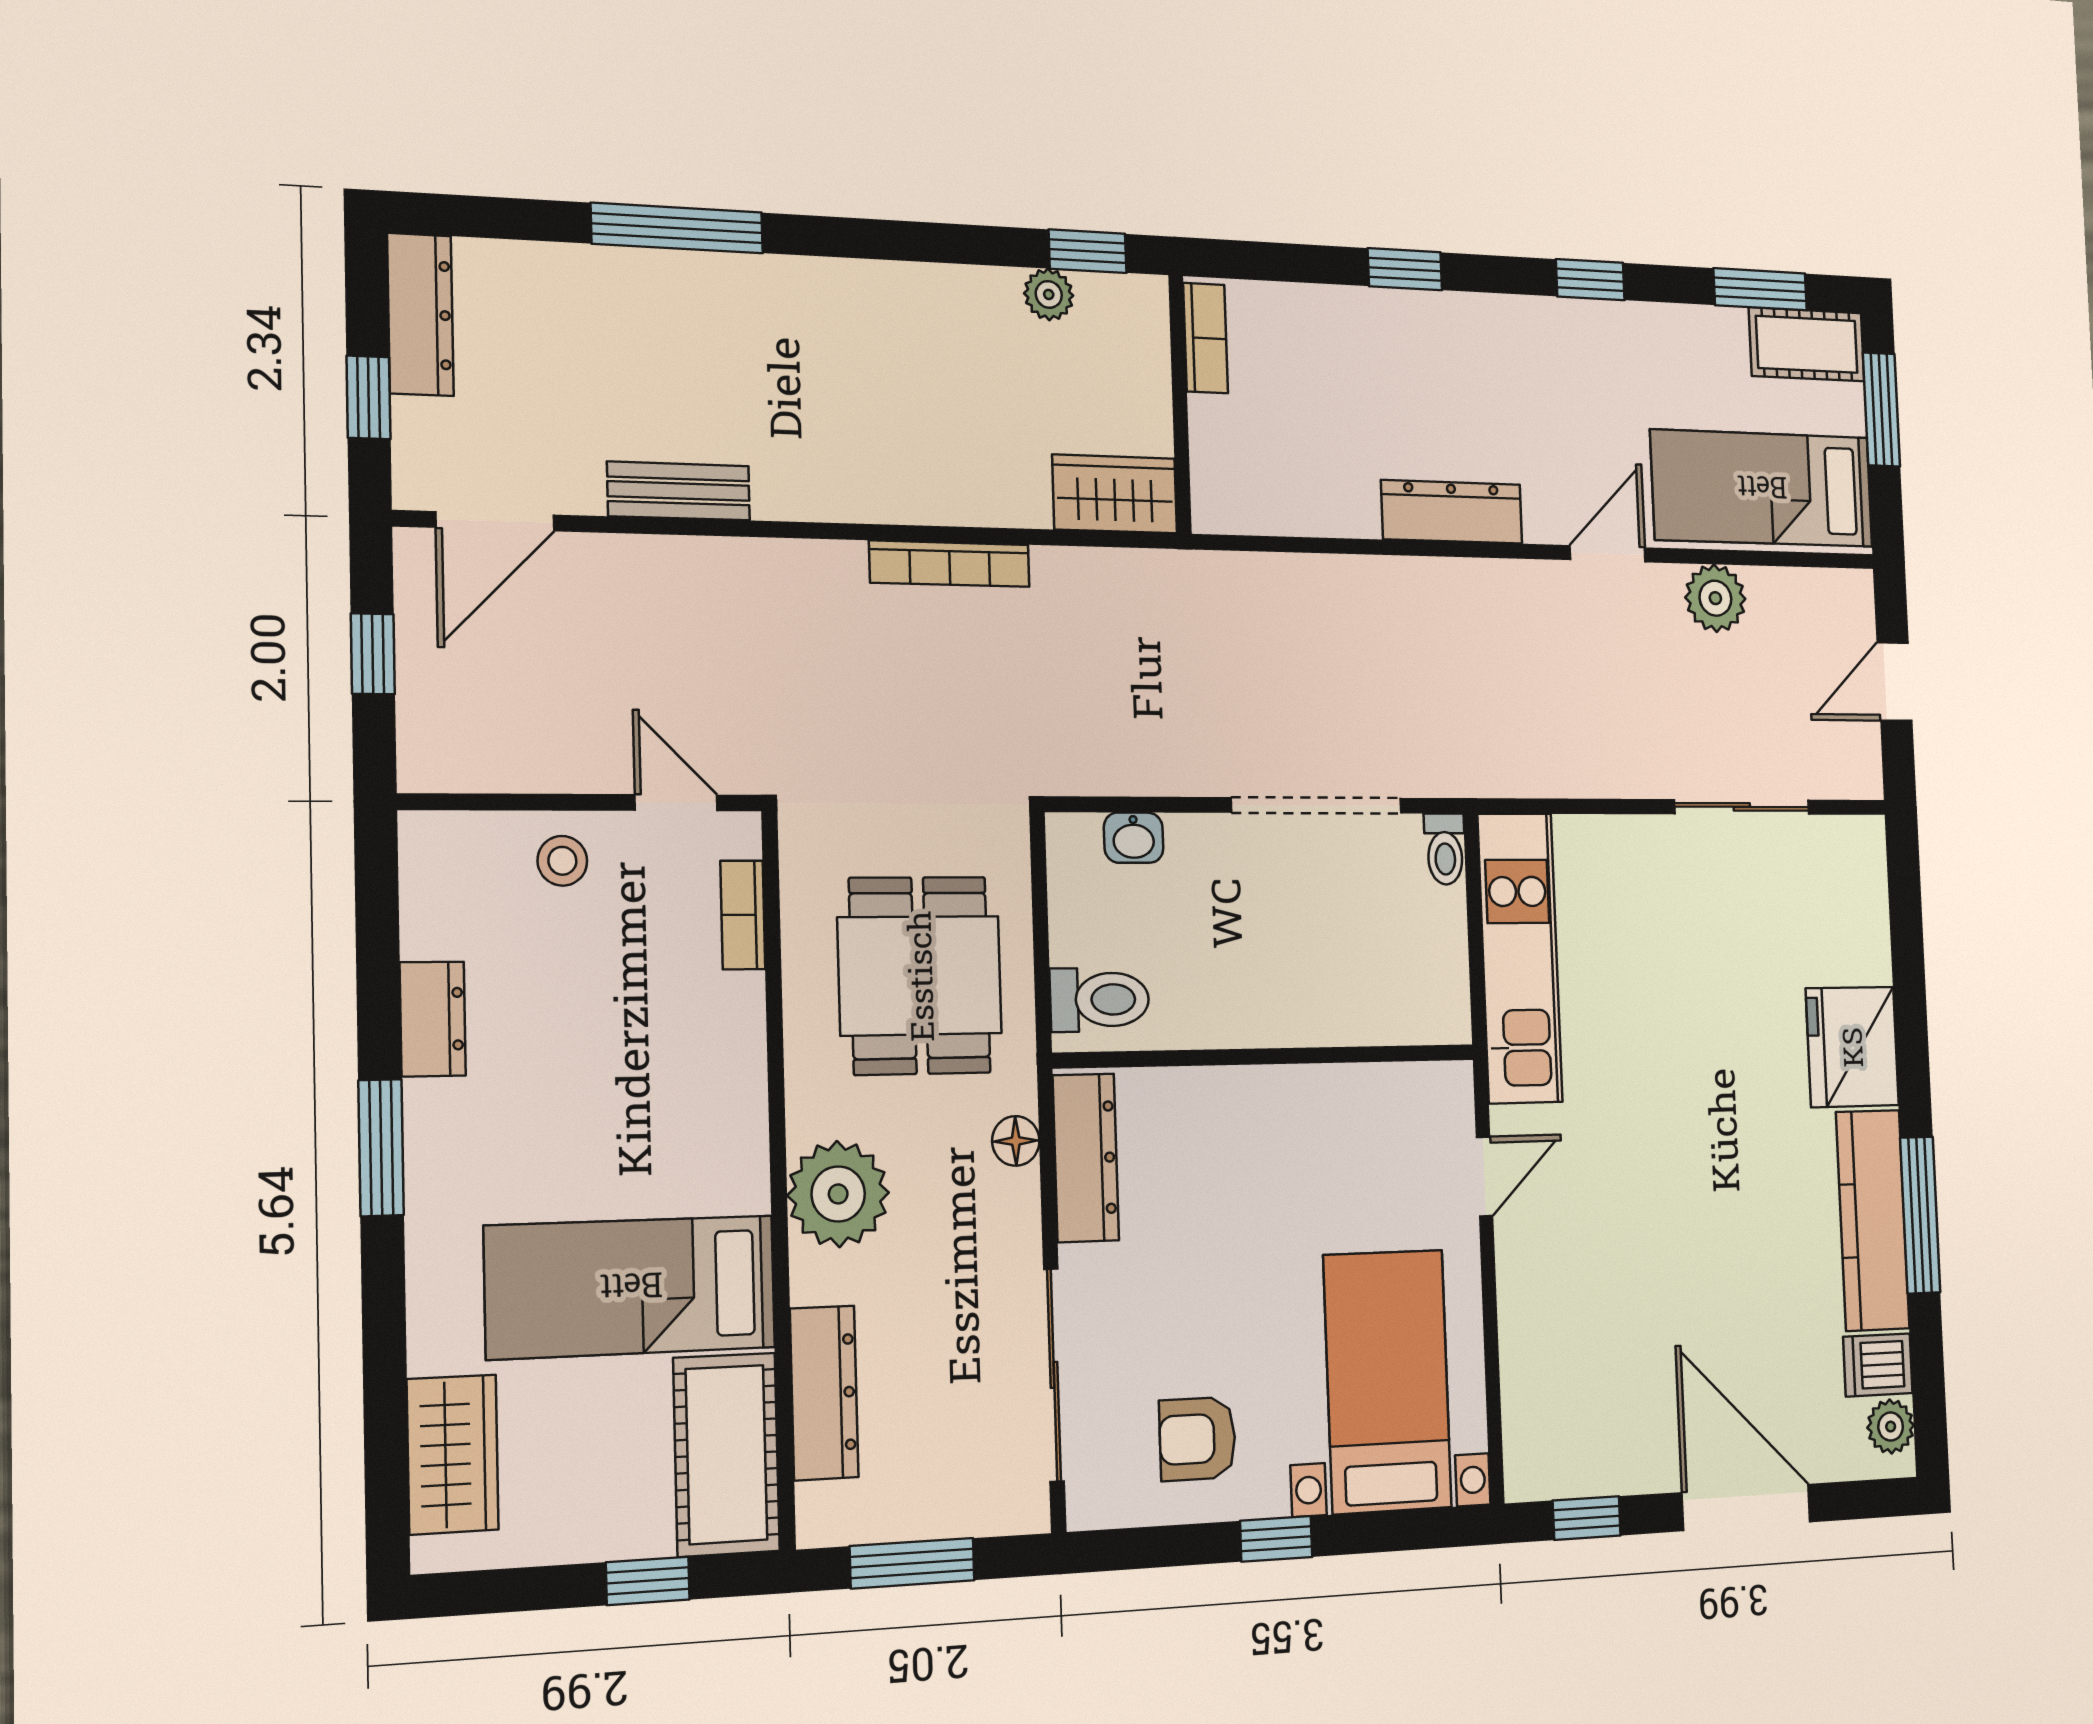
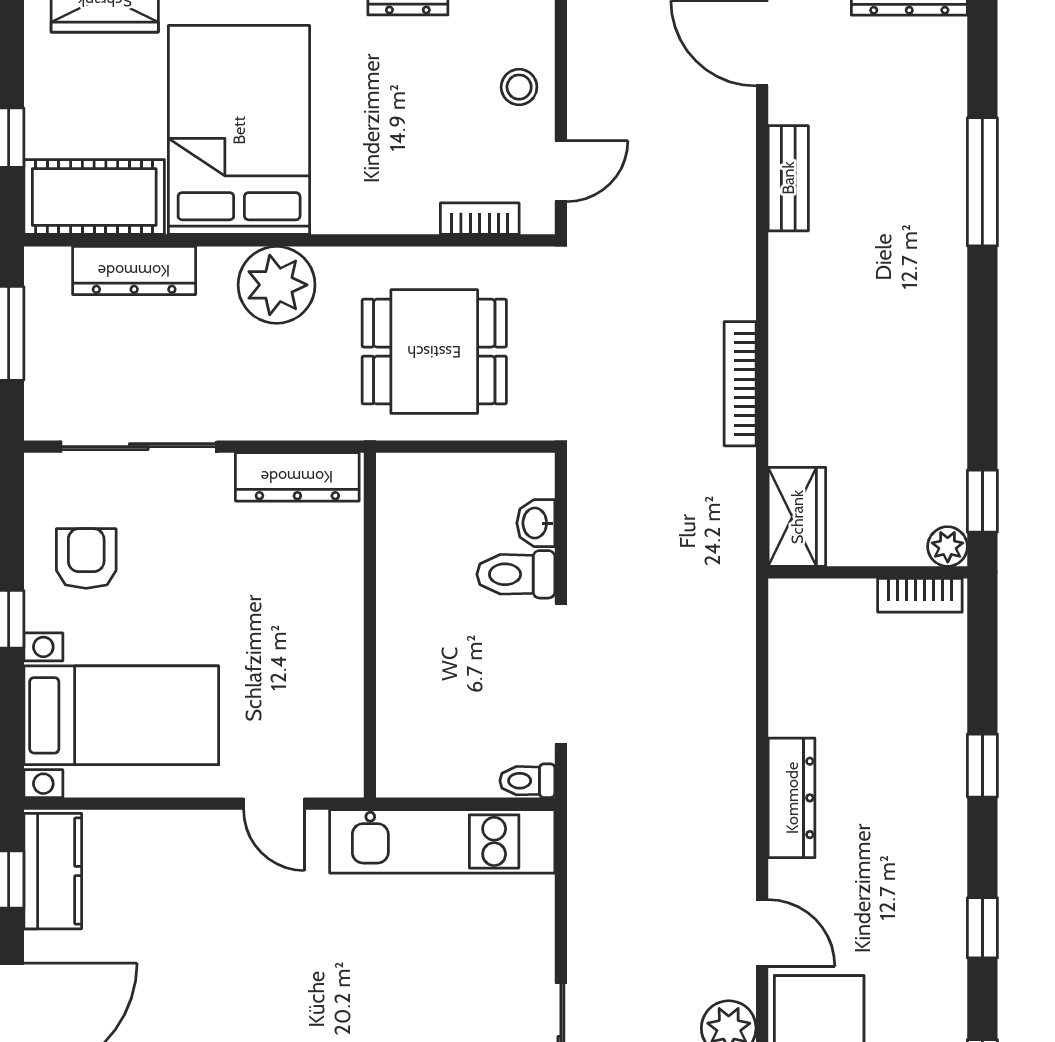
plant: (1049, 294) -> (948, 547), moved
toilet: (1100, 1000) -> (516, 574), moved, turned 90
floor lamp: (1016, 1141) -> (311, 422), removed
bed: (631, 1287) -> (239, 130), width x1.50
kitchen counter: (1575, 1461) -> (53, 871), added

